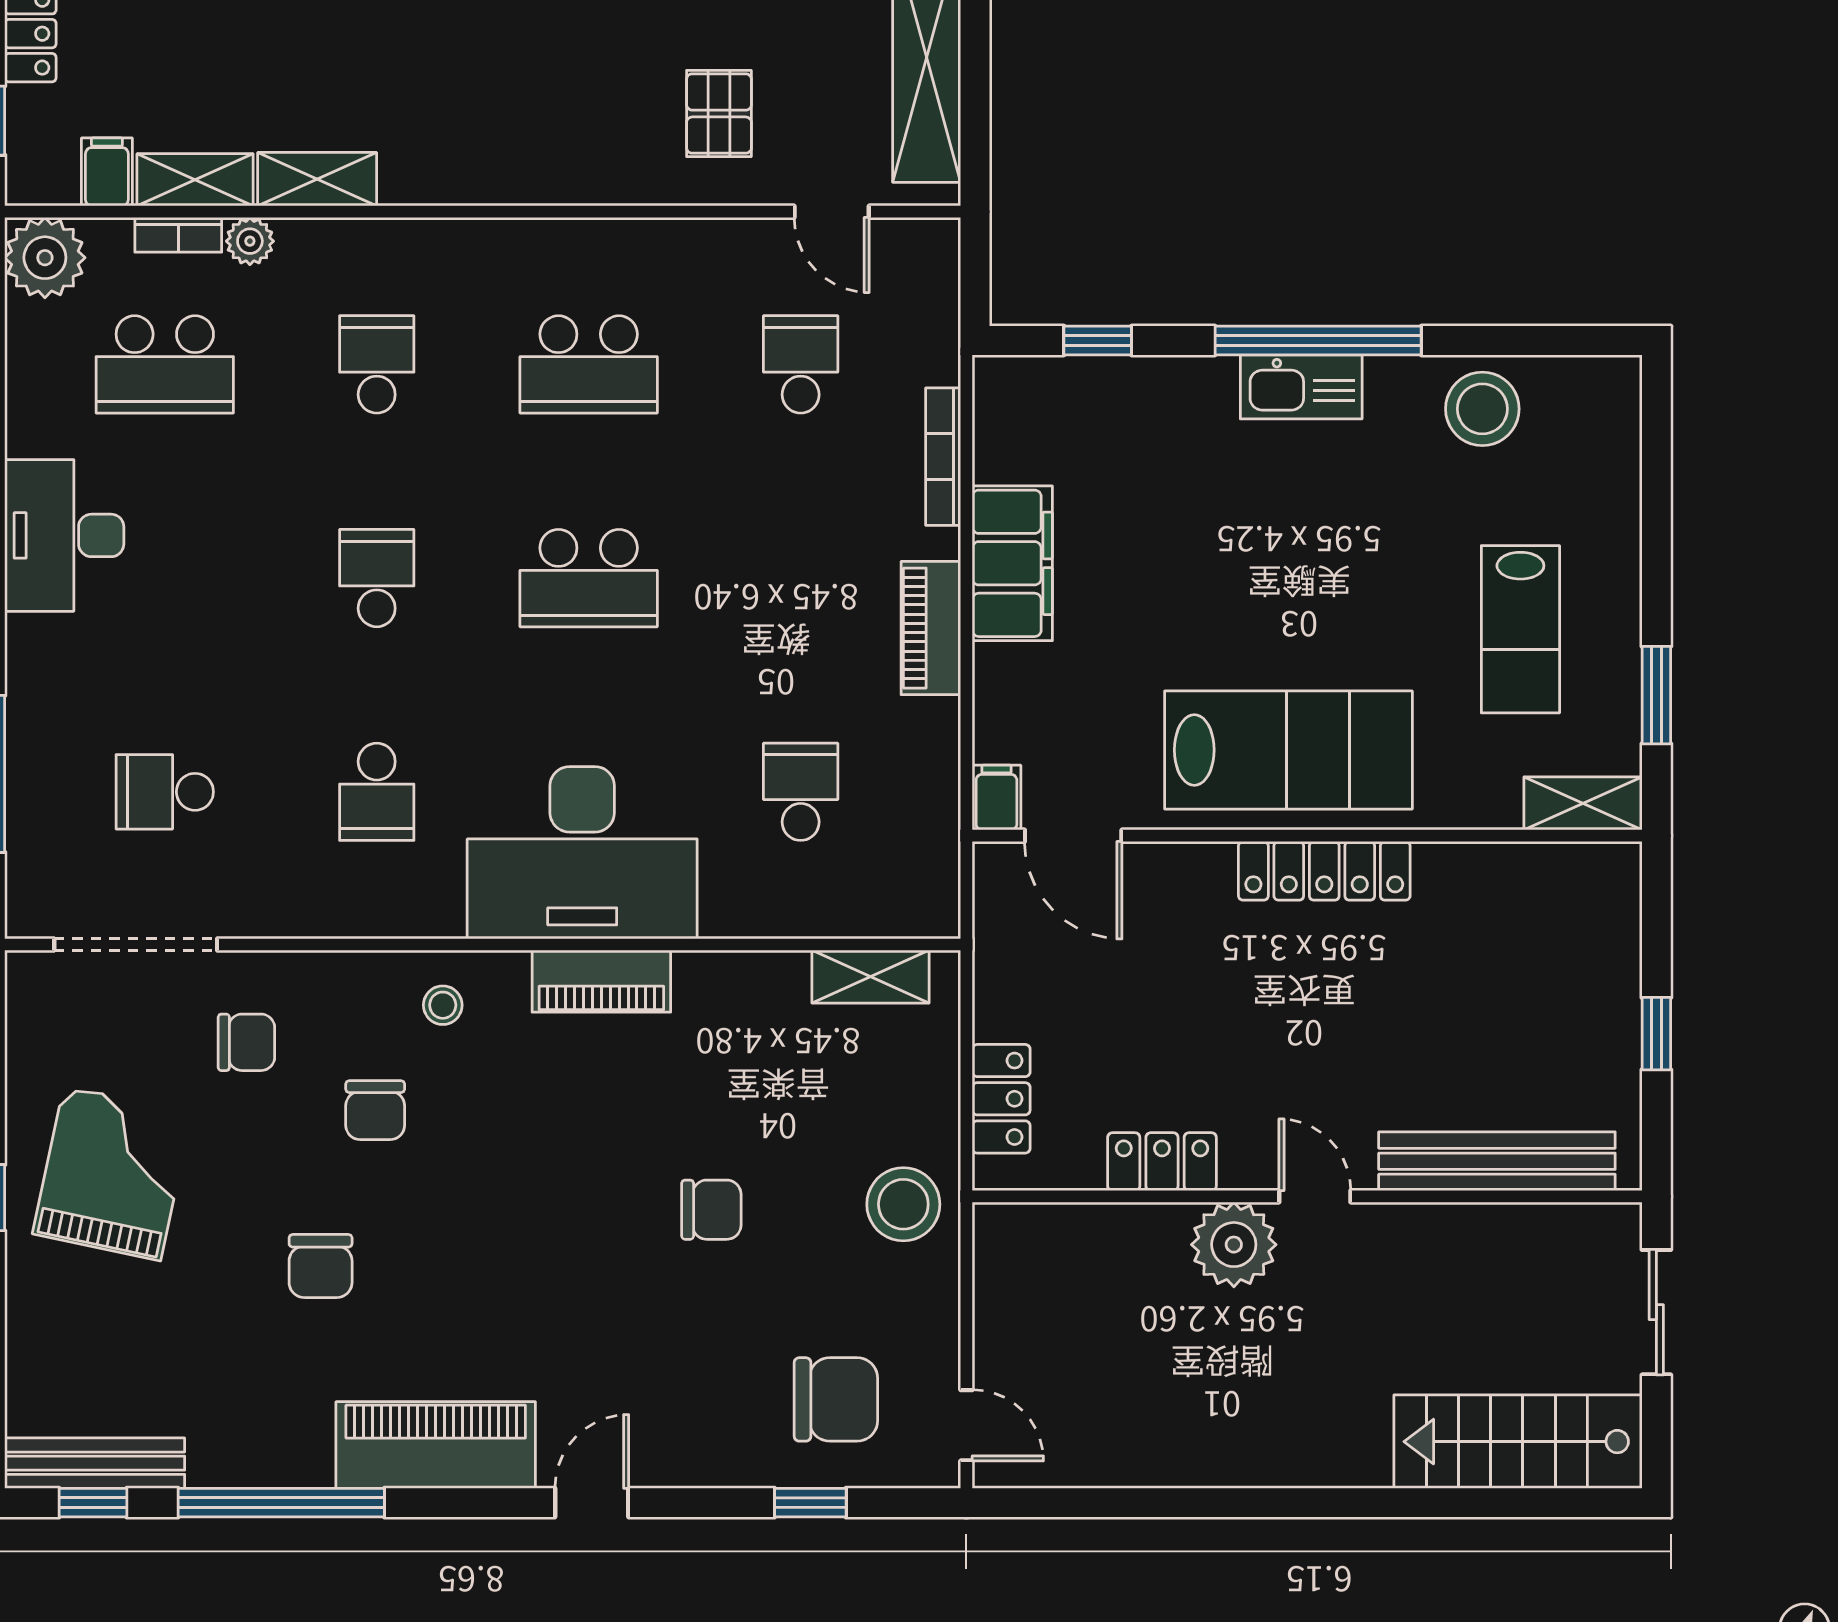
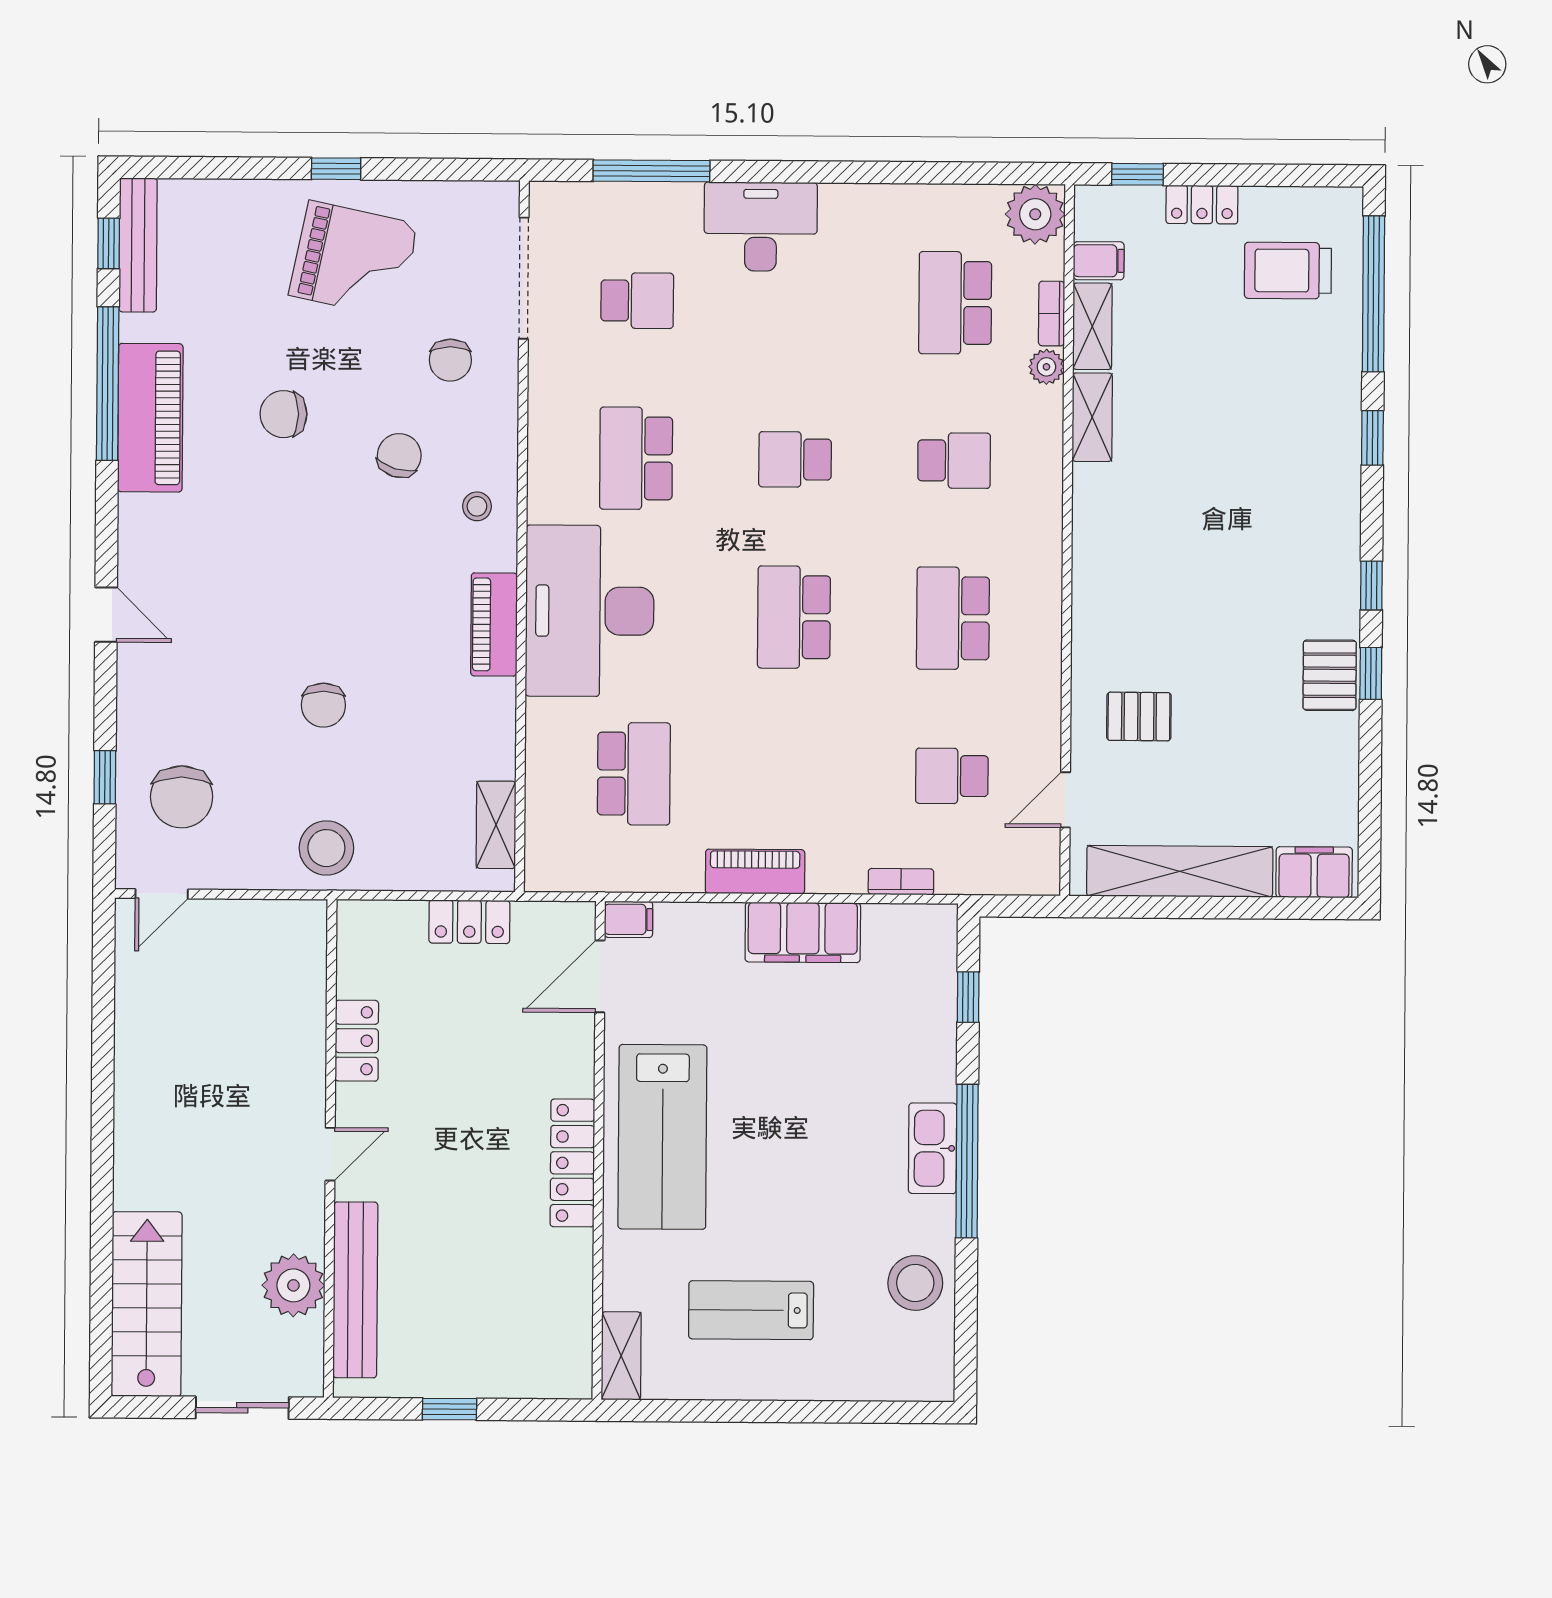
school desk: (801, 364) -> (952, 776), turned 180
bookcase: (943, 457) -> (901, 882), width x0.64
desk: (64, 535) -> (761, 227), moved
school desk: (377, 578) -> (795, 459), turned 180
window: (1656, 695) -> (701, 1411), removed
school desk: (165, 792) -> (637, 301), turned 90
school desk: (377, 792) -> (636, 458), width x1.85
school desk: (801, 792) -> (634, 774), width x1.85
locker: (1001, 1099) -> (469, 922), moved
chair: (375, 1110) -> (399, 455), turned 107
plant: (1234, 1245) -> (293, 1285), moved
piano: (436, 1445) -> (150, 418), moved

